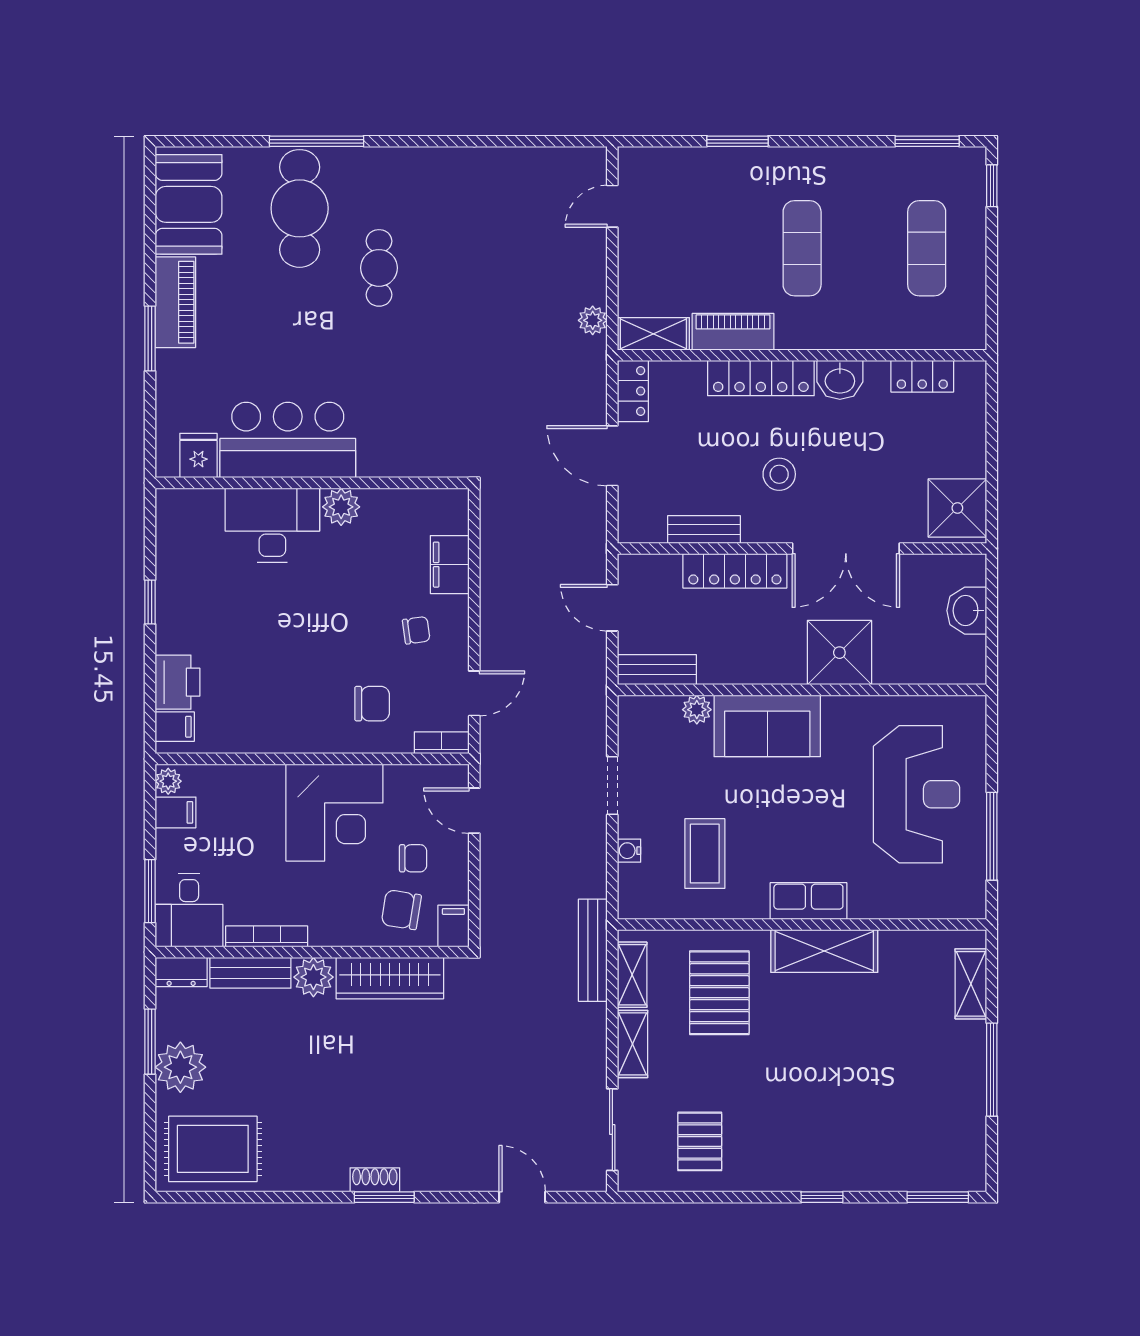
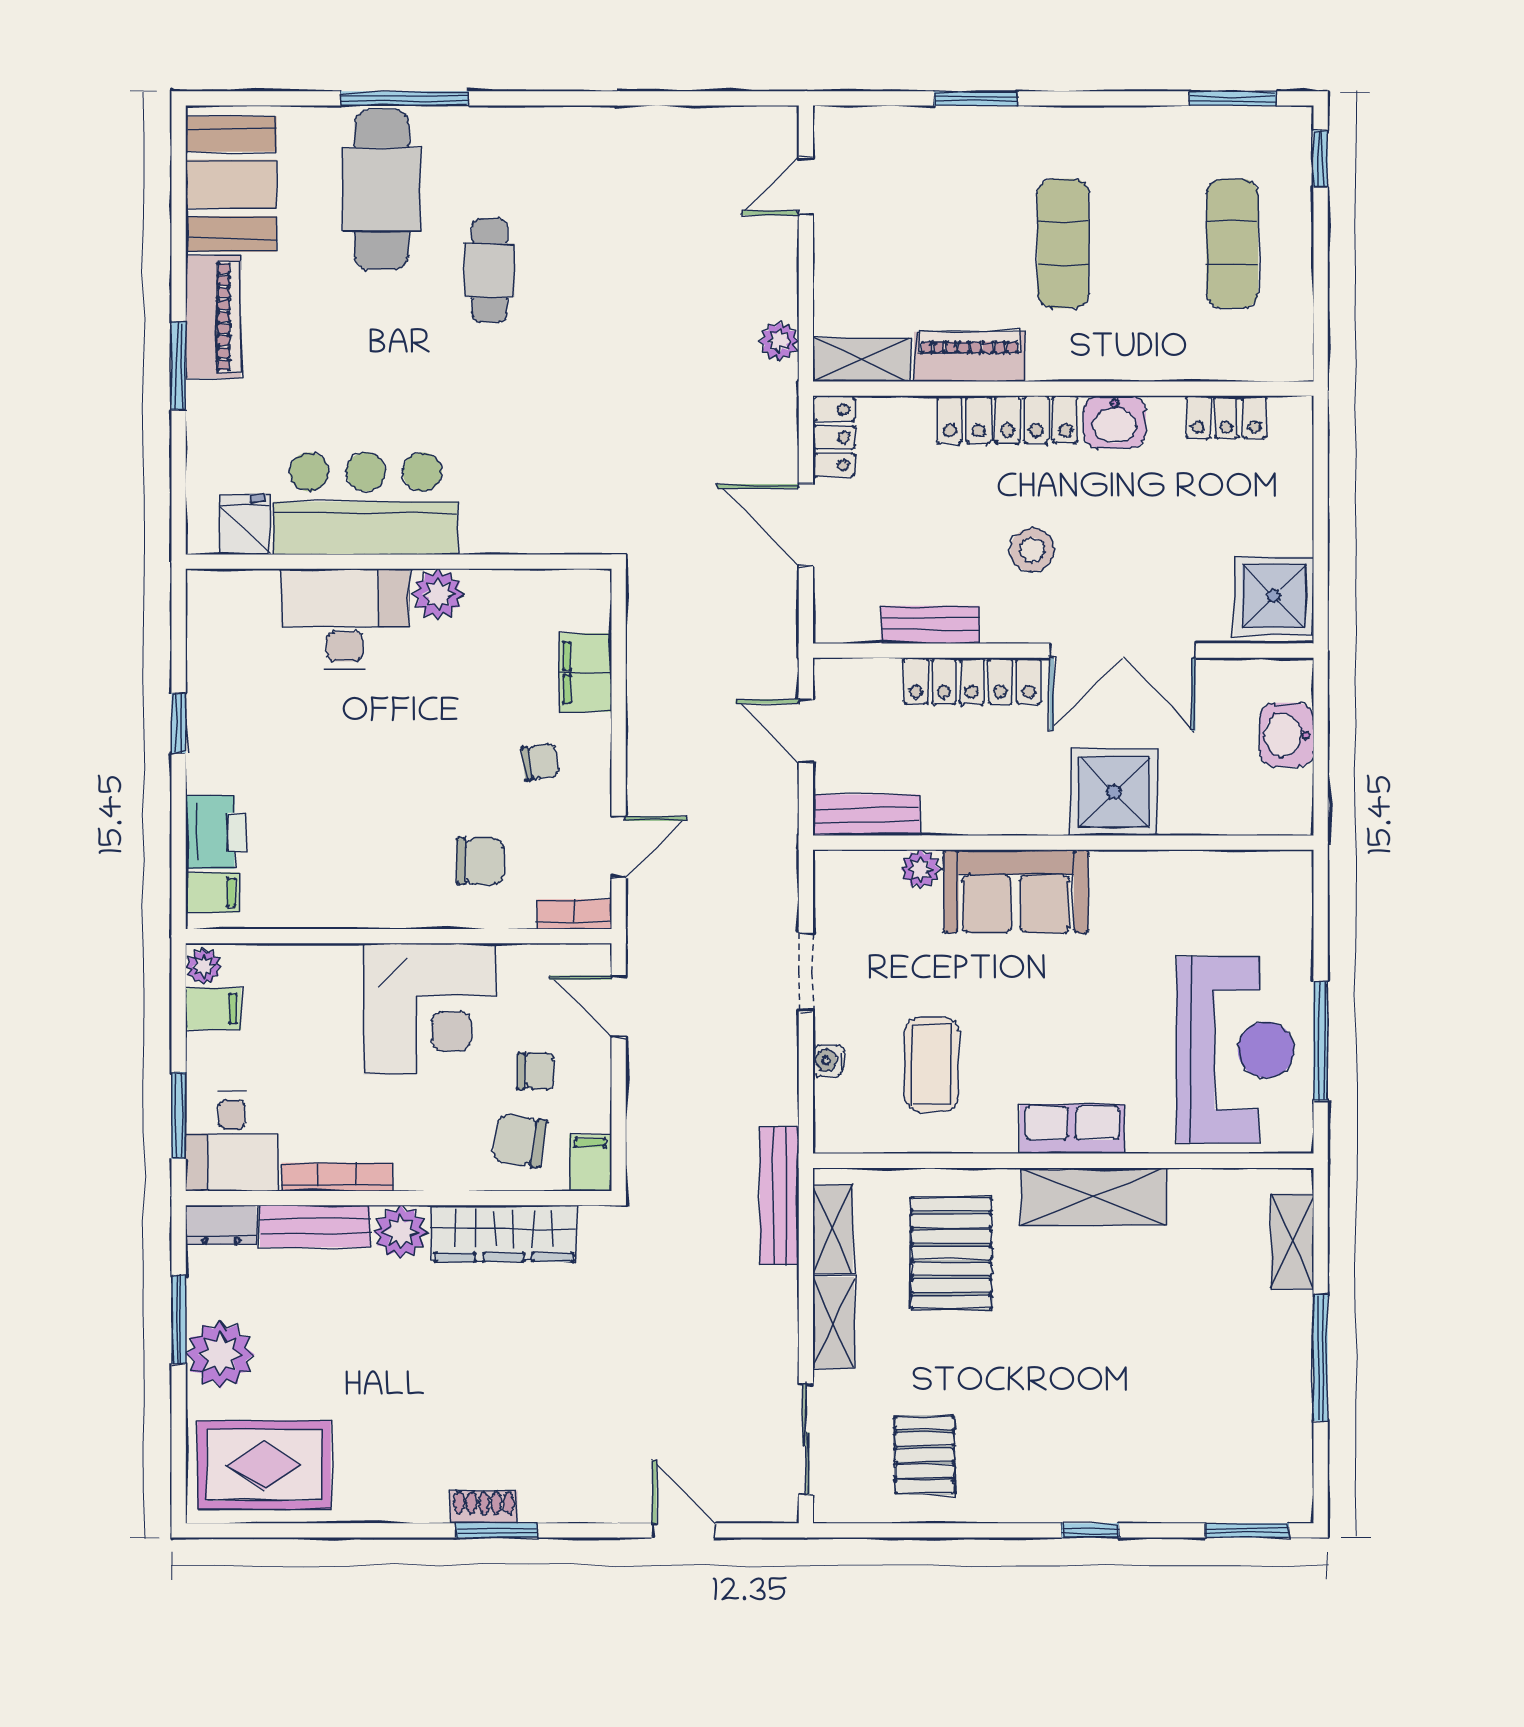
reception desk: (916, 794) -> (1236, 1050), moved

